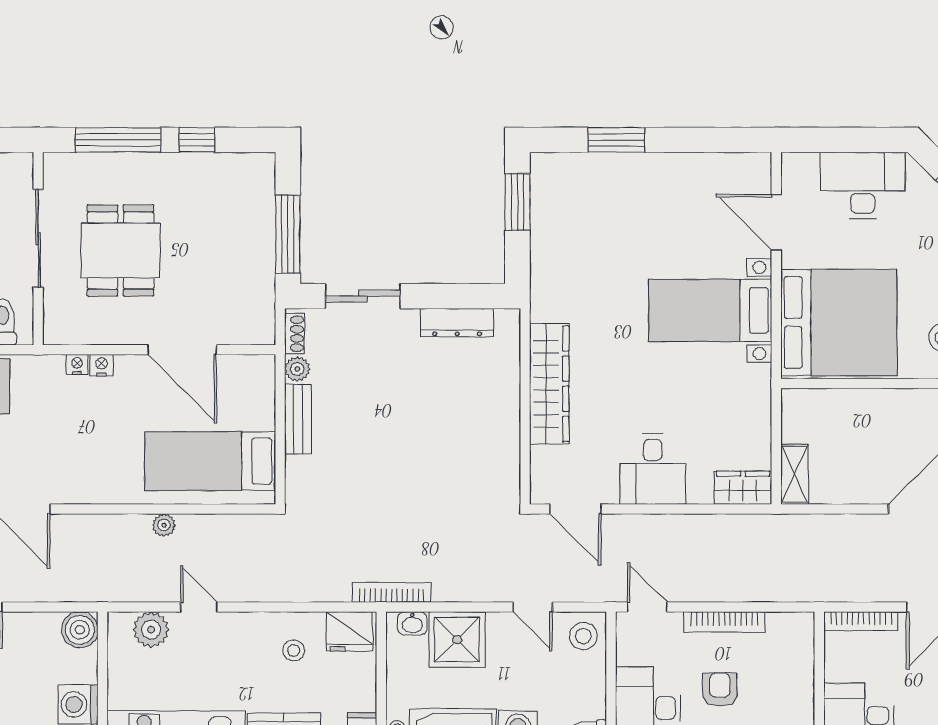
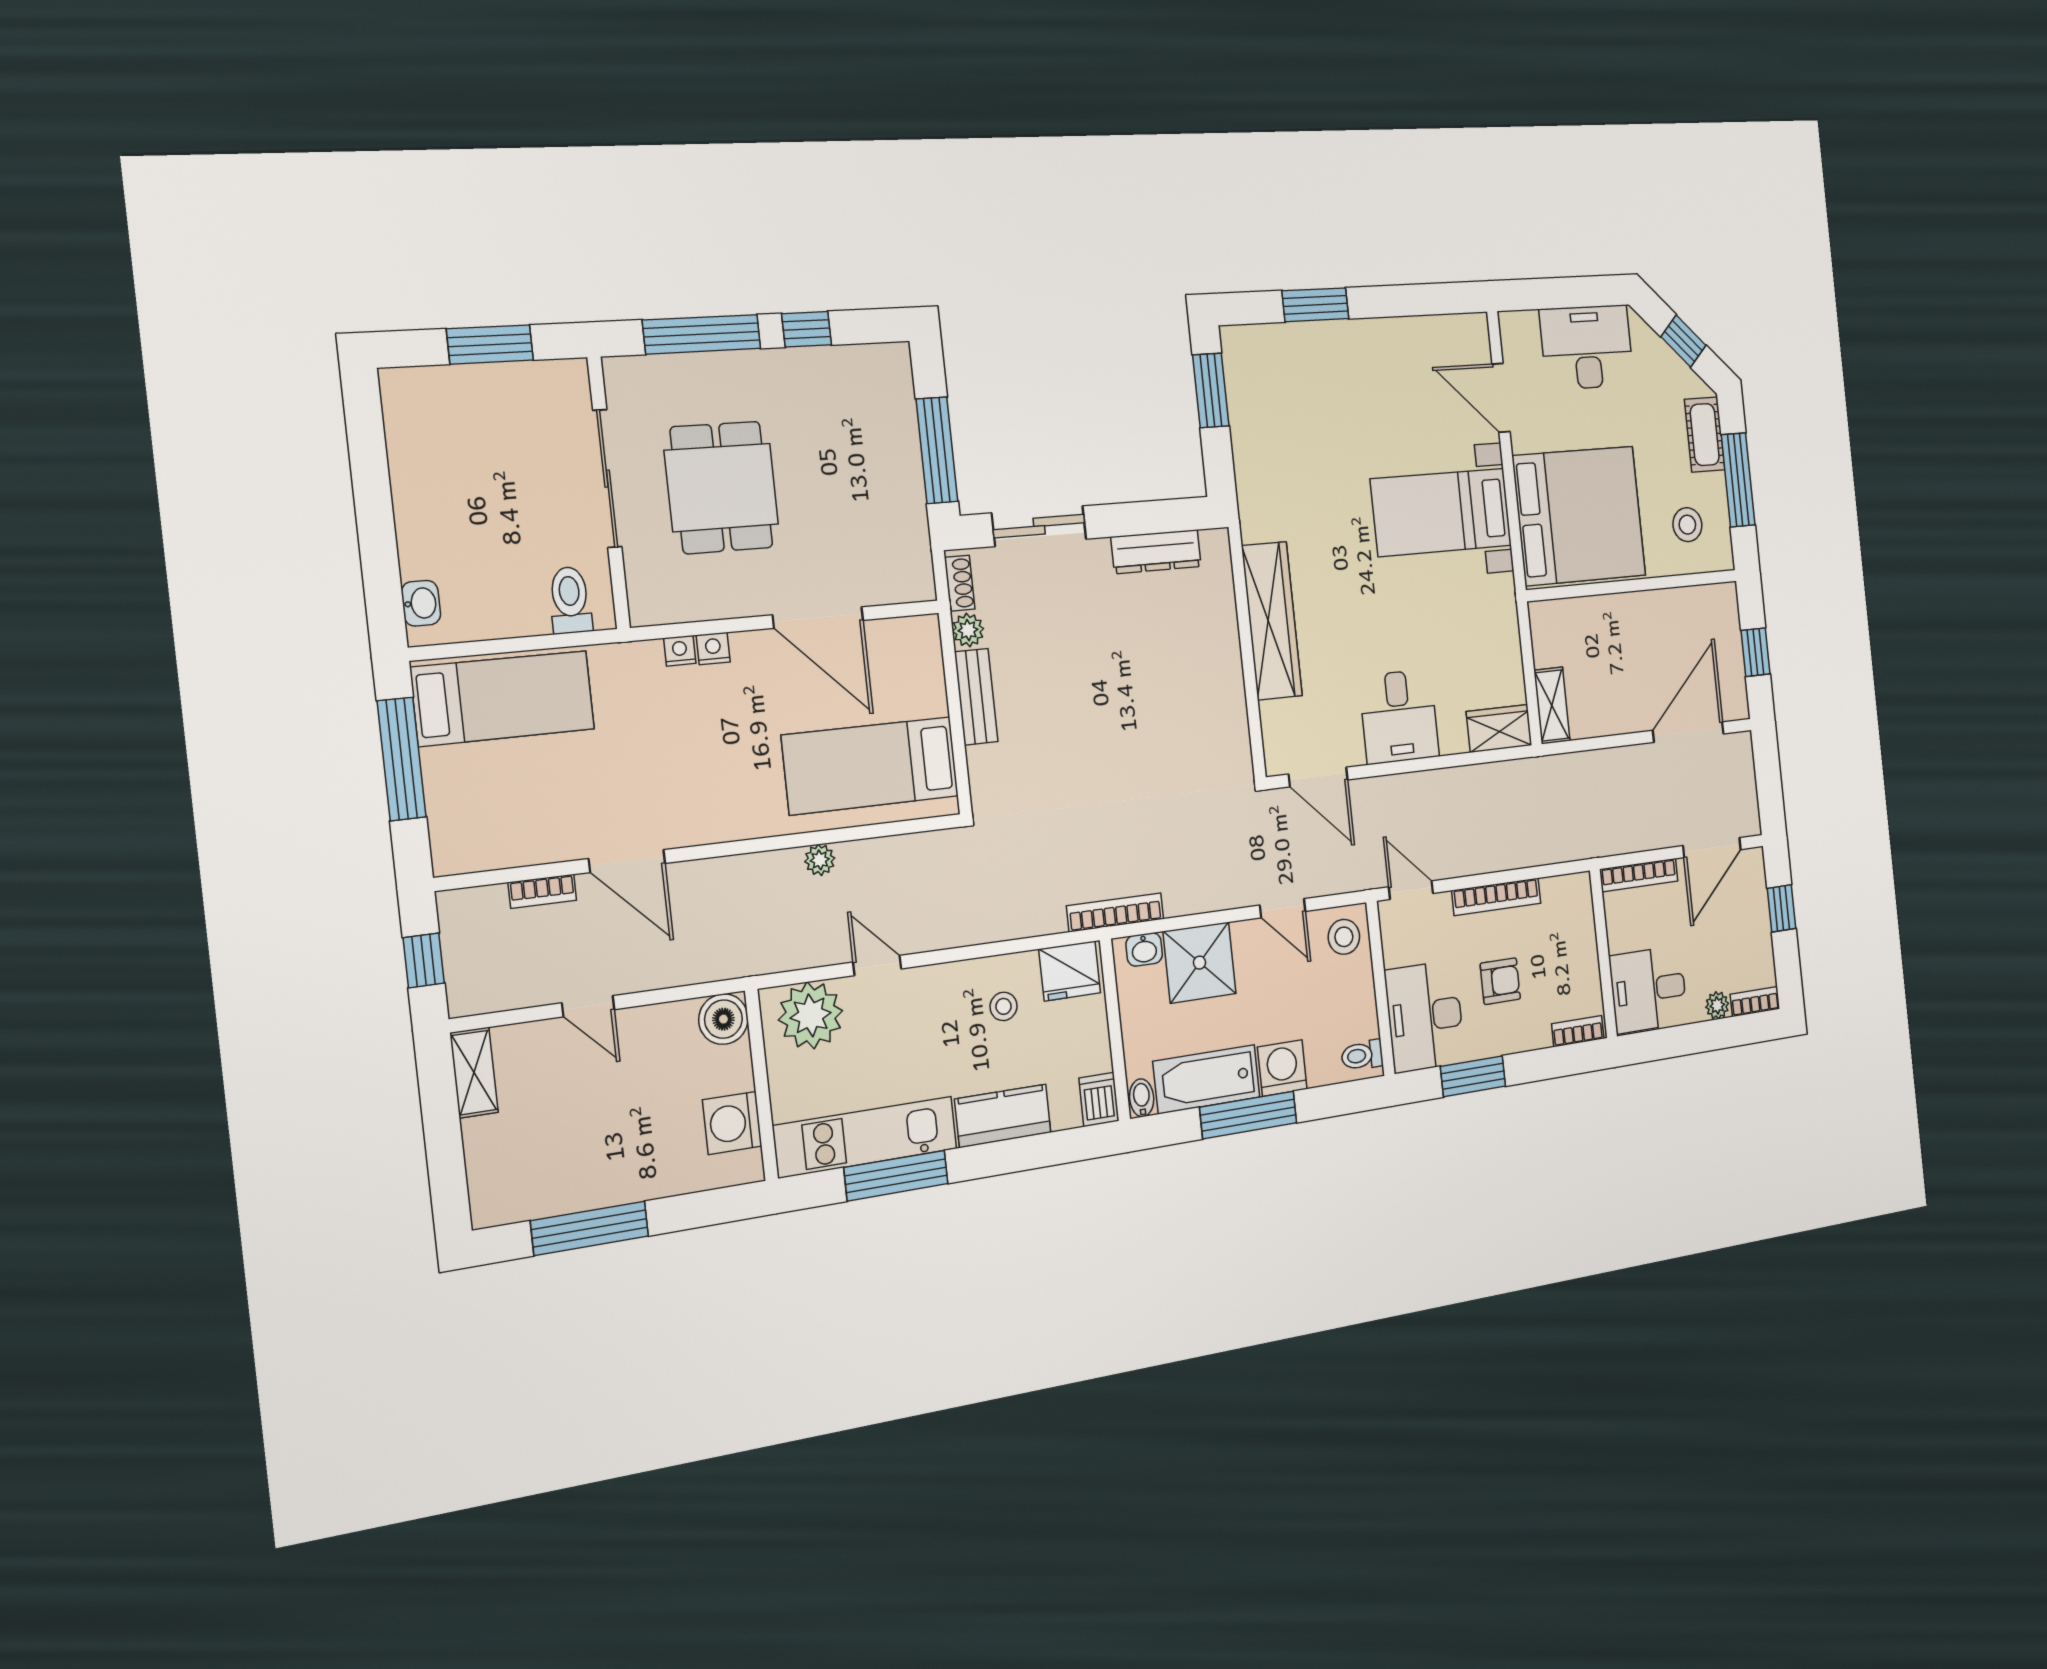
plant: (151, 630) -> (811, 1015), width x1.36, depth x1.36
armchair: (720, 690) -> (1500, 981), turned 90

